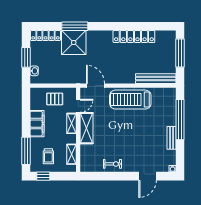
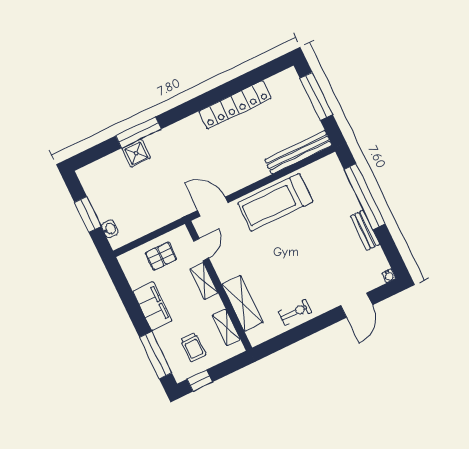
locker: (46, 36) -> (101, 167), removed
shower: (74, 43) -> (136, 153), width x0.54, depth x0.54
shelving: (86, 128) -> (243, 303), moved

